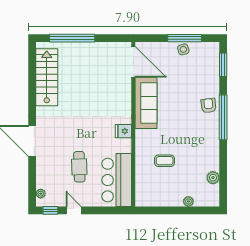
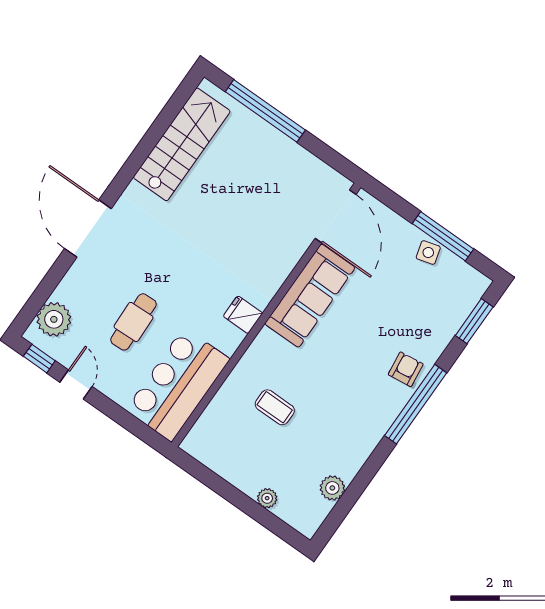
plant: (41, 194) -> (54, 319), width x1.87, depth x1.87

